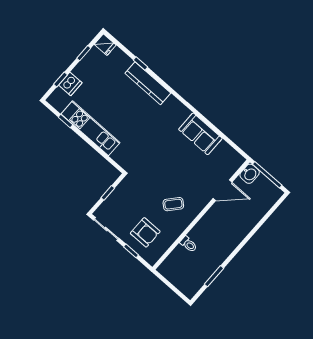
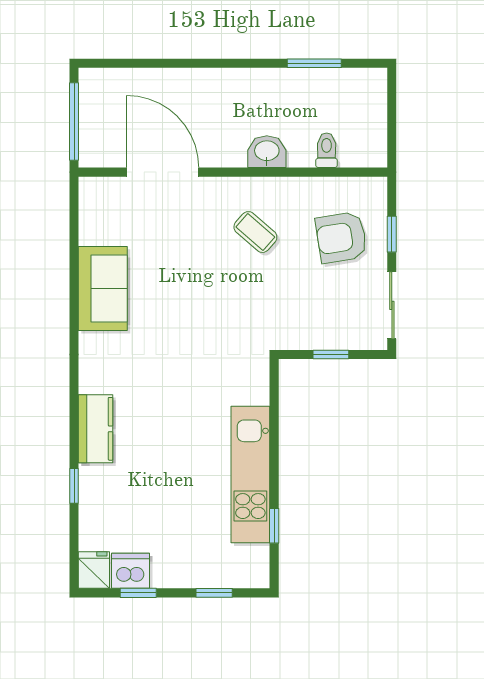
kitchen counter: (148, 83) -> (96, 429), width x0.67
dishwasher: (70, 84) -> (131, 571), moved
washbasin: (250, 174) -> (267, 152), moved
door: (222, 190) -> (163, 172), width x1.36
armchair: (145, 232) -> (341, 237), turned -99
toilet: (188, 244) -> (327, 150), moved

